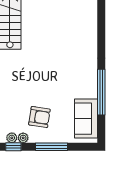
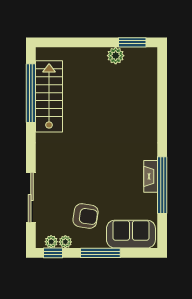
fireplace: (92, 85) -> (151, 176), added
sofa: (86, 119) -> (131, 234), moved, turned 90

